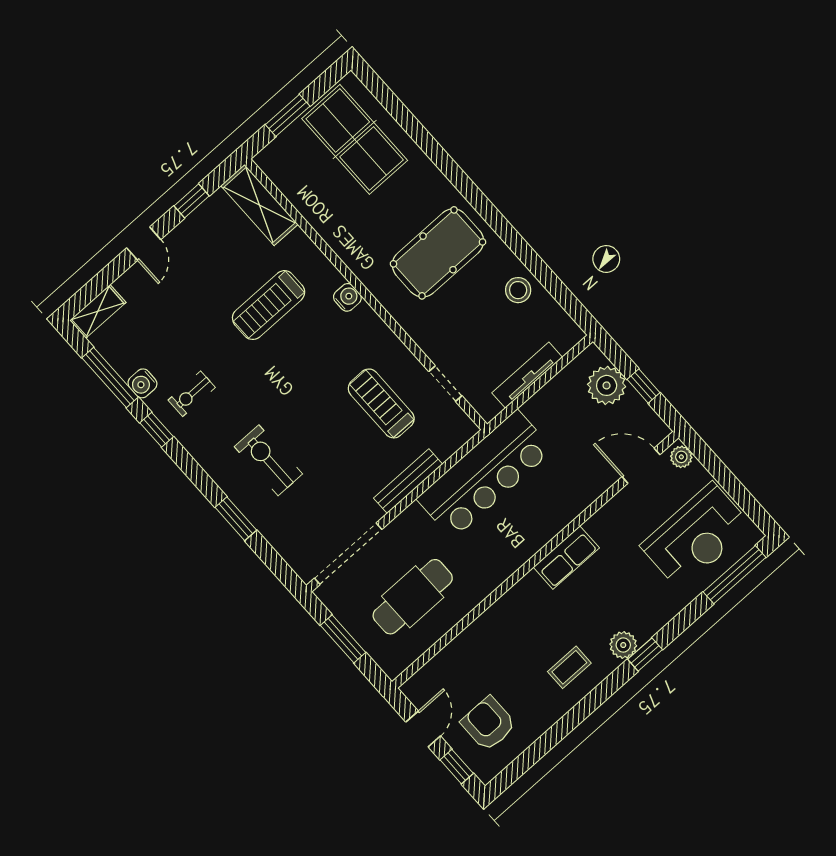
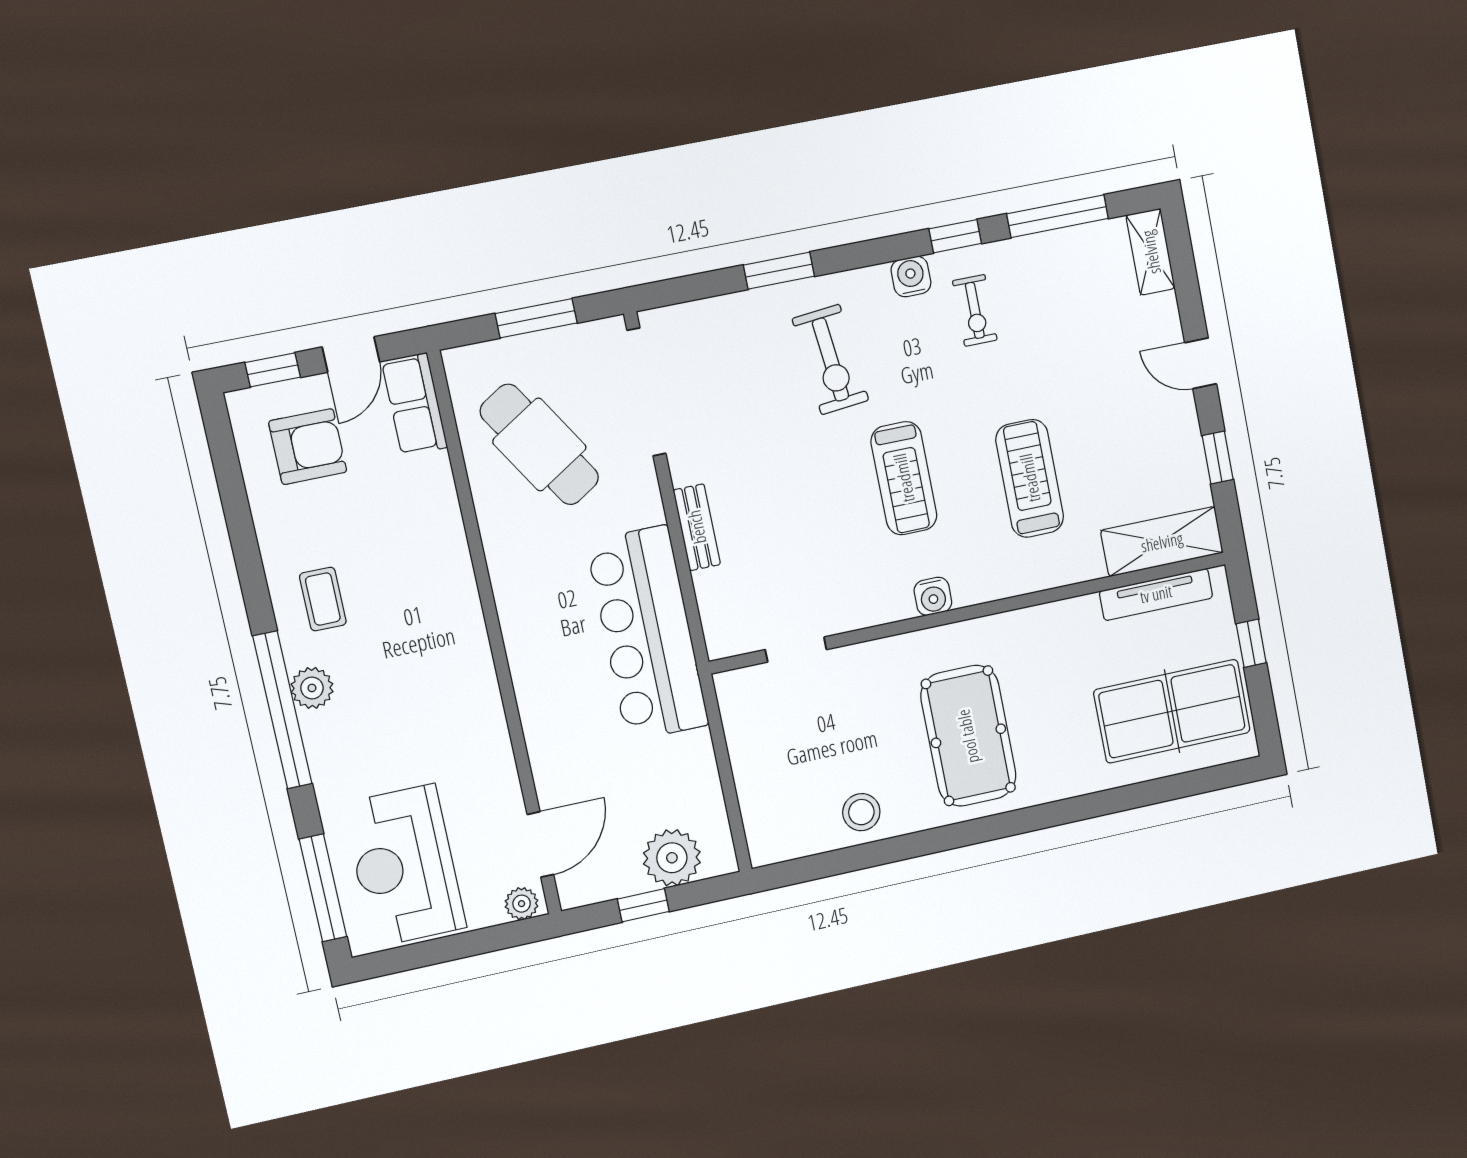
window: (288, 115) -> (1251, 643), width x0.67
water cooler: (347, 297) -> (933, 596), moved
tv unit: (527, 375) -> (1156, 594), moved, turned 90
water cooler: (142, 383) -> (911, 277), moved
exercise bike: (192, 394) -> (975, 310), turned 180
treadmill: (381, 403) -> (904, 478), moved, turned 90
exercise bike: (268, 460) -> (830, 360), turned 84
bench: (408, 481) -> (697, 527), width x0.73
row of seats: (566, 558) -> (415, 404), moved
cafe table: (413, 597) -> (539, 445), turned -32
window: (645, 654) -> (282, 710), width x3.17
door: (423, 729) -> (351, 354), hinge flipped

